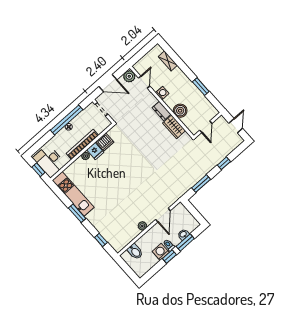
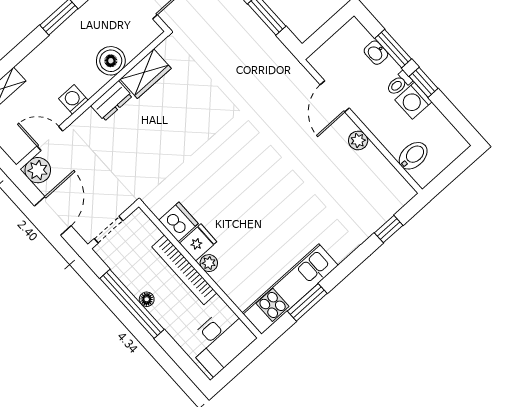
window: (38, 170) -> (239, 364), removed
window: (77, 213) -> (307, 302), moved
door: (163, 215) -> (335, 96), swing flipped

